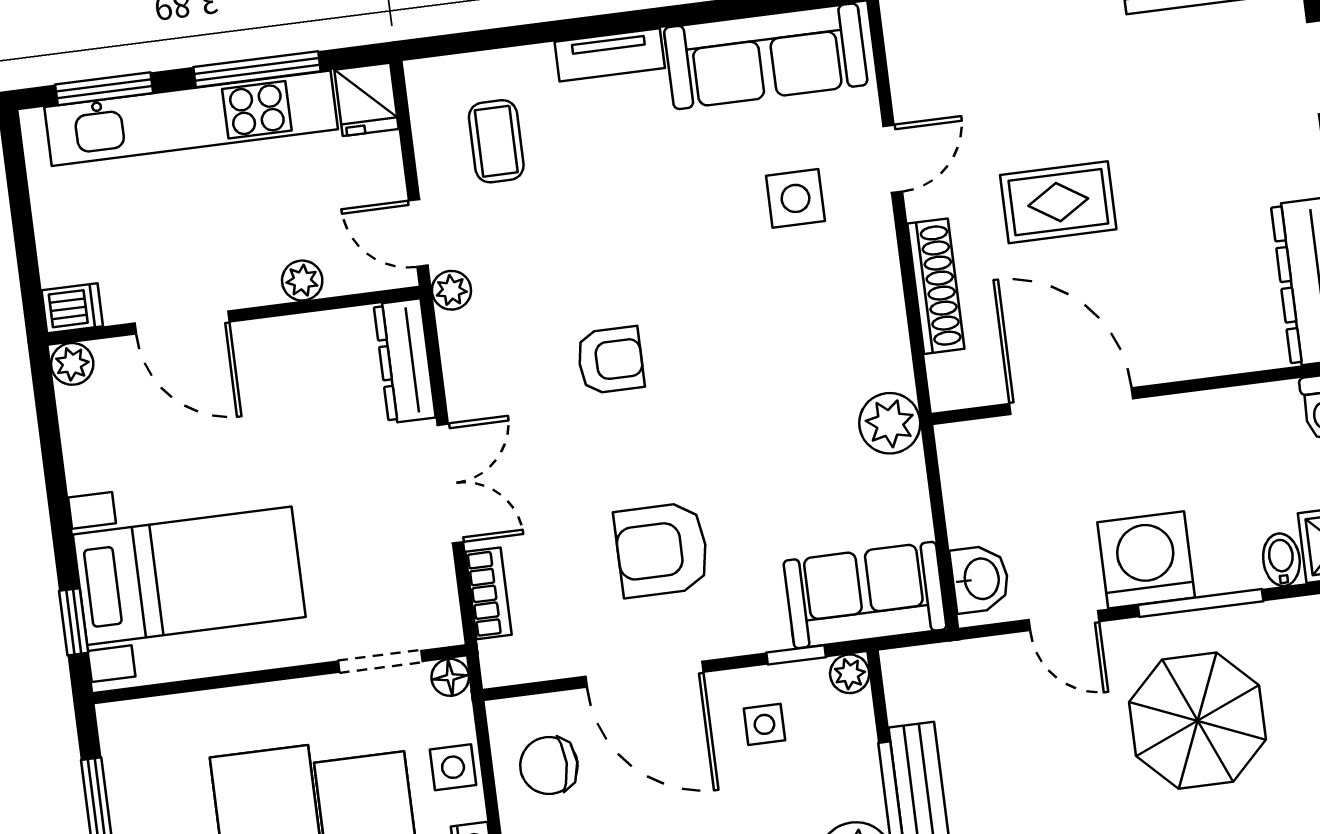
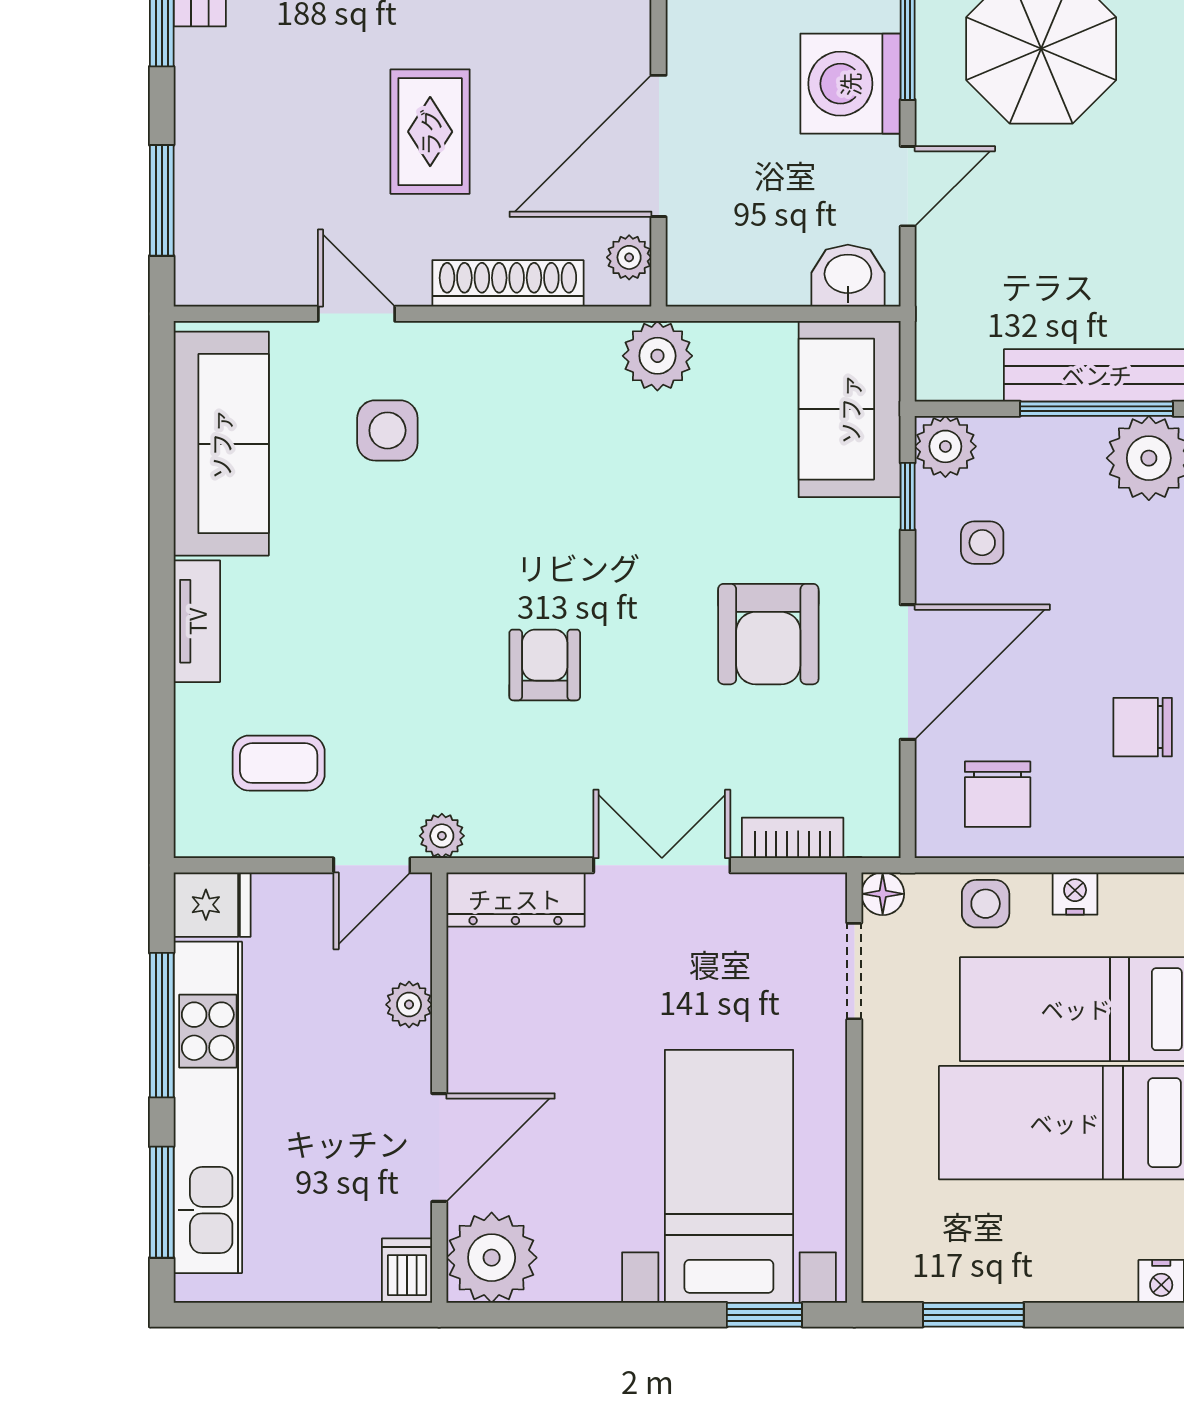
plant: (72, 364) -> (492, 1258), width x1.87, depth x1.87
plant: (972, 388) -> (629, 257), added
plant: (850, 674) -> (945, 446), width x1.38, depth x1.38

